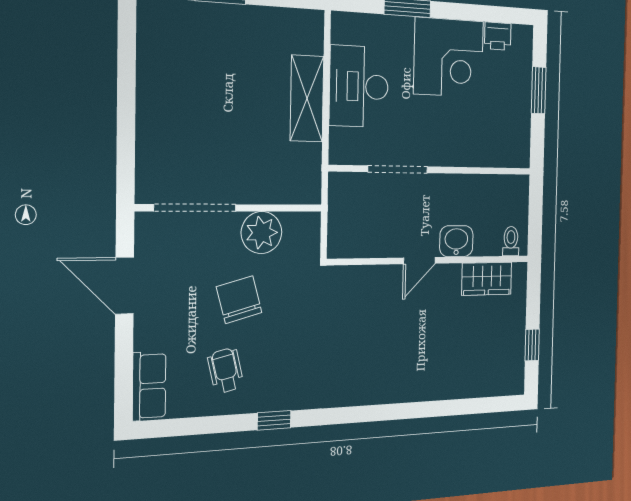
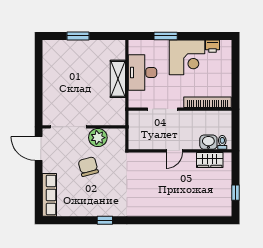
window: (539, 90) -> (235, 70), removed
bookcase: (486, 156) -> (208, 102), added
washbasin: (456, 241) -> (208, 142), moved
door: (125, 286) -> (39, 148), moved
wheelchair: (226, 370) -> (83, 197), removed
row of seats: (149, 386) -> (49, 195), width x1.48

